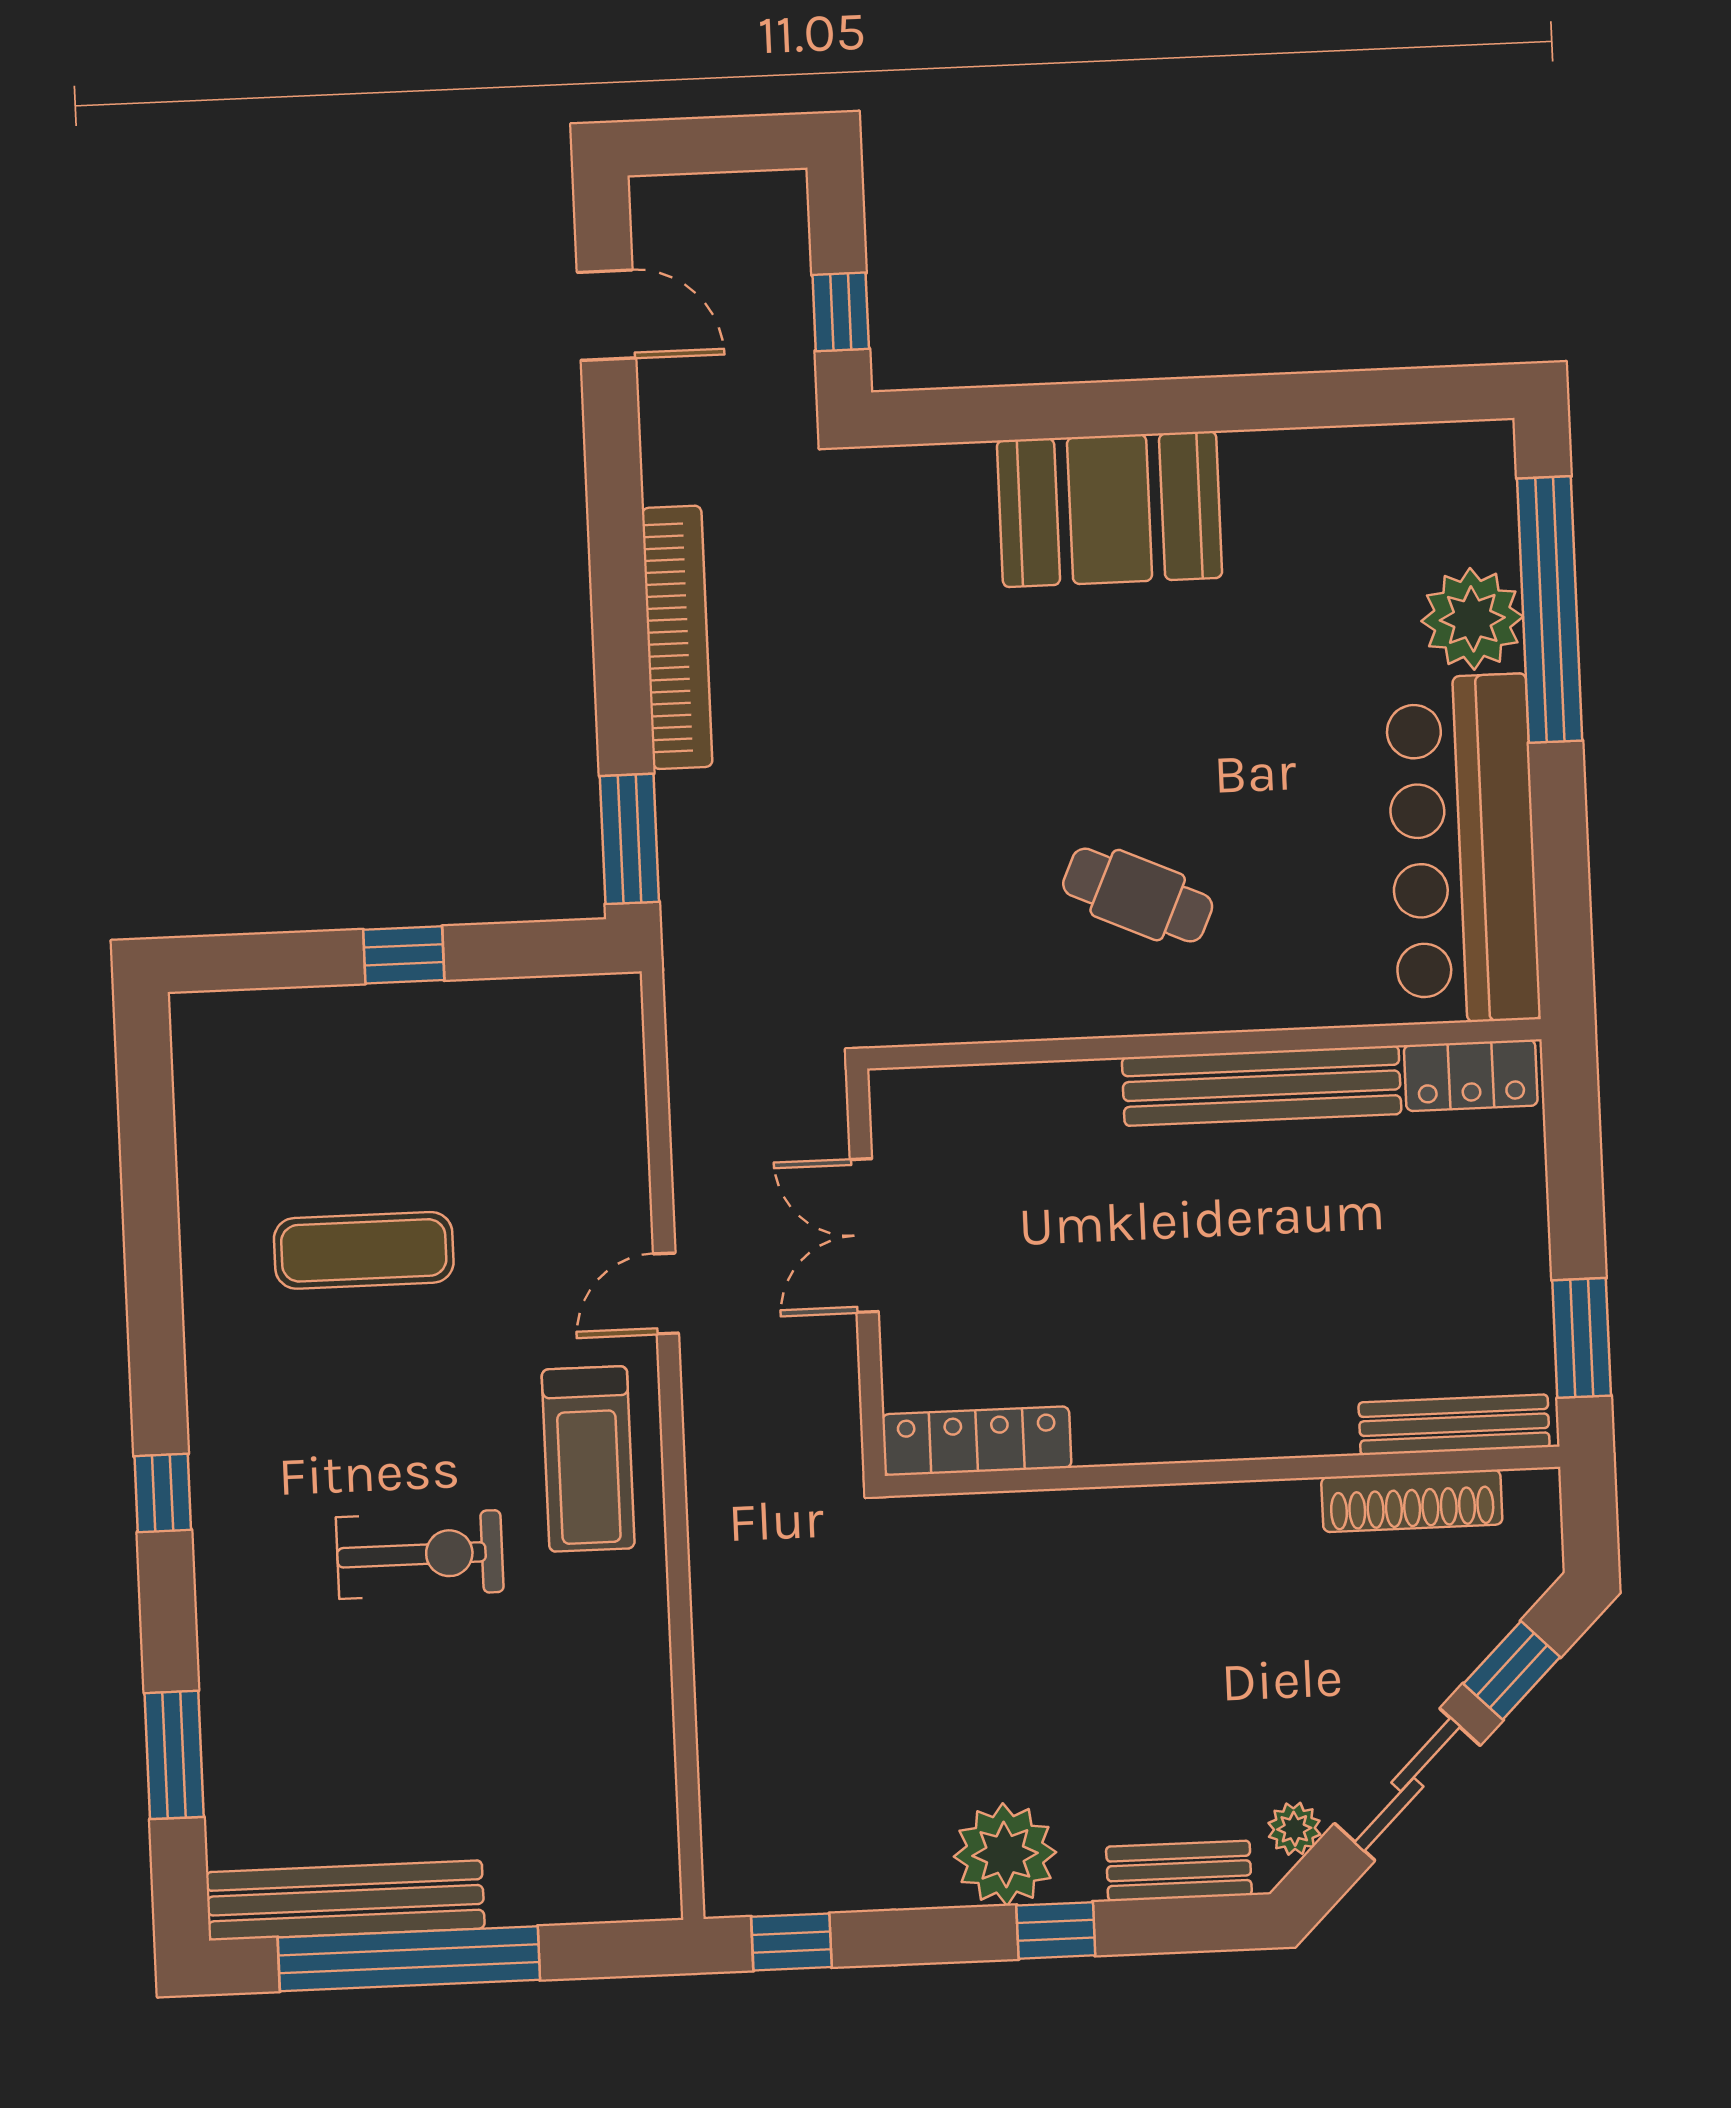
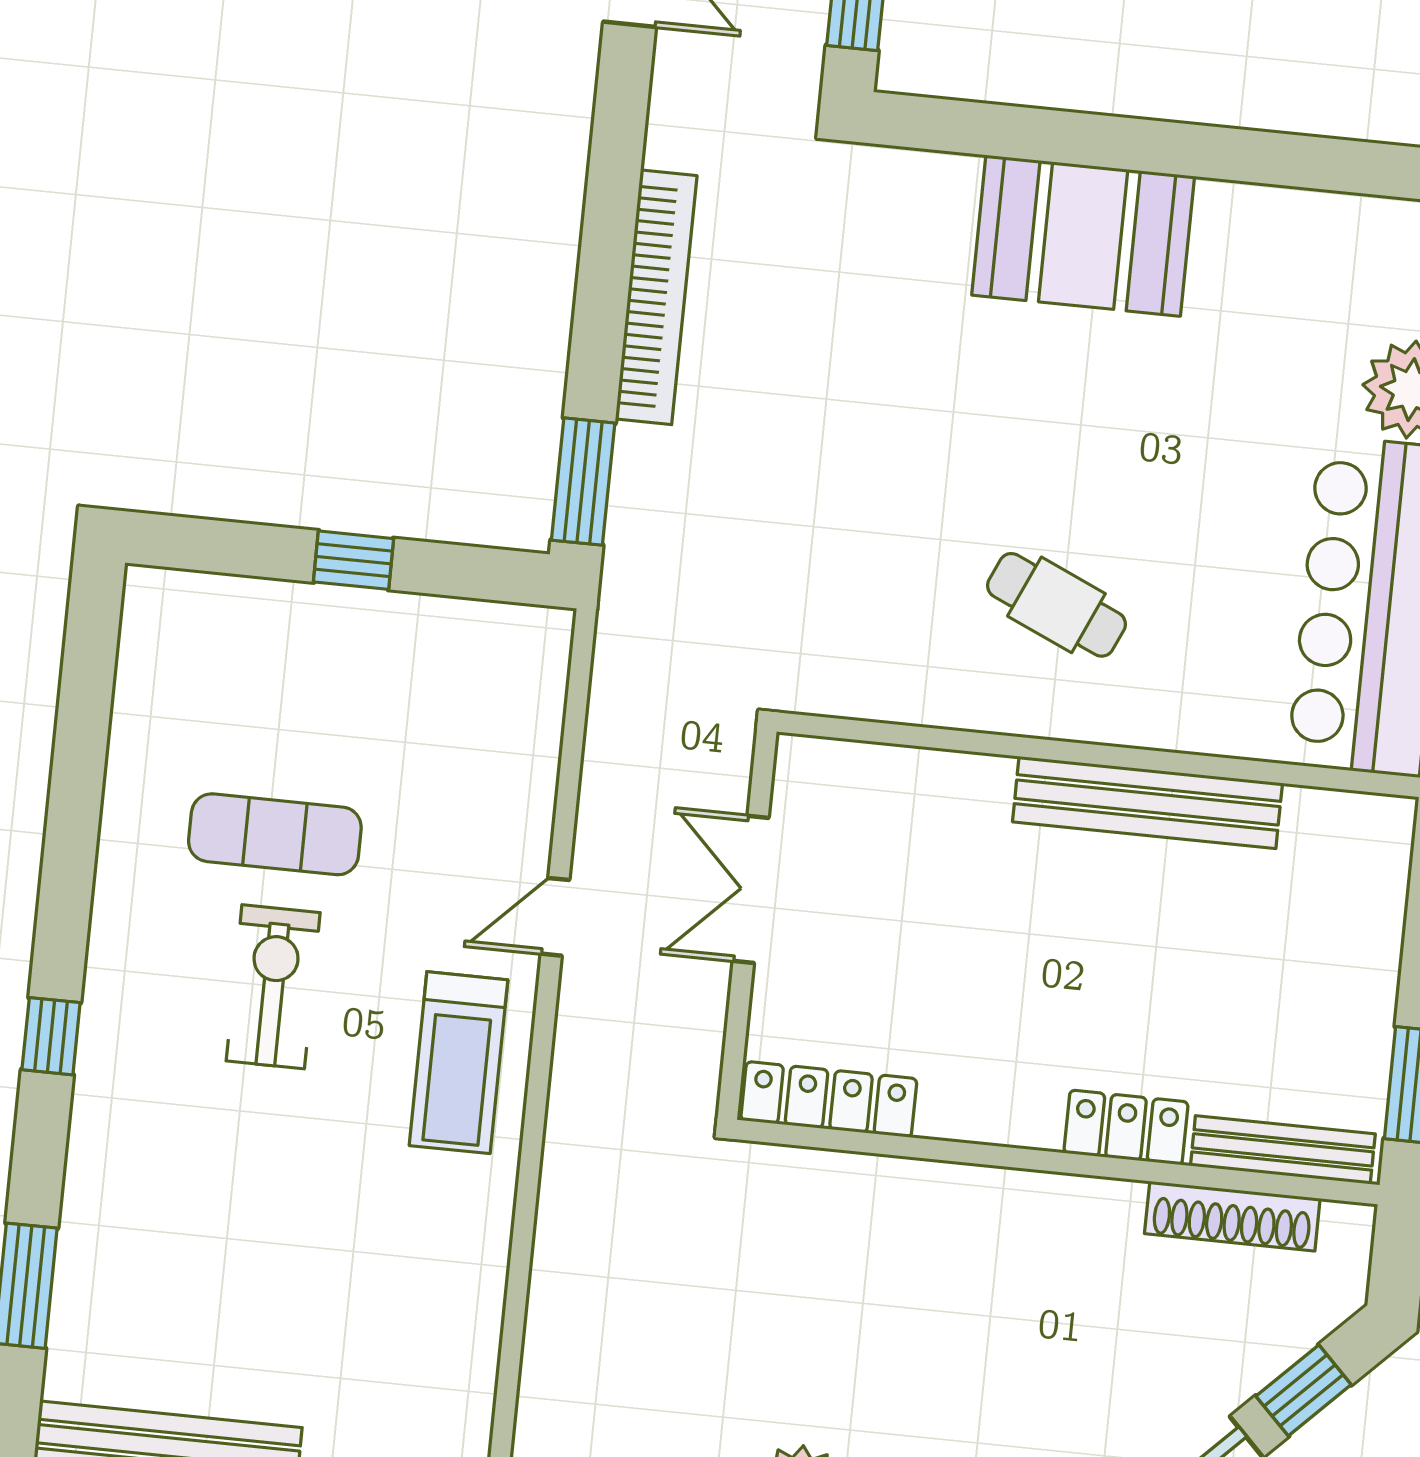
locker: (1471, 1075) -> (1126, 1127), moved, turned 180
exercise bike: (420, 1555) -> (273, 987), moved, turned -90

